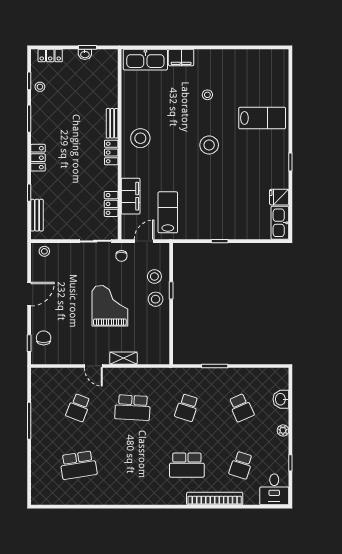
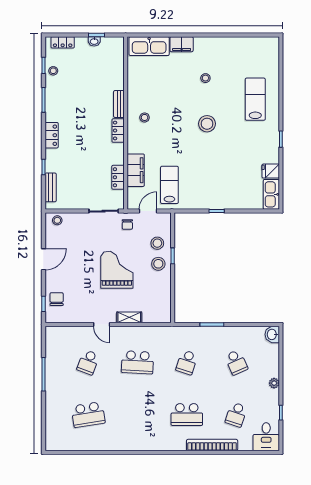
lab bench: (262, 118) -> (255, 99), turned -90
stool: (140, 138) -> (145, 117), width x0.53, depth x0.53
washbasin: (281, 399) -> (272, 334), moved

